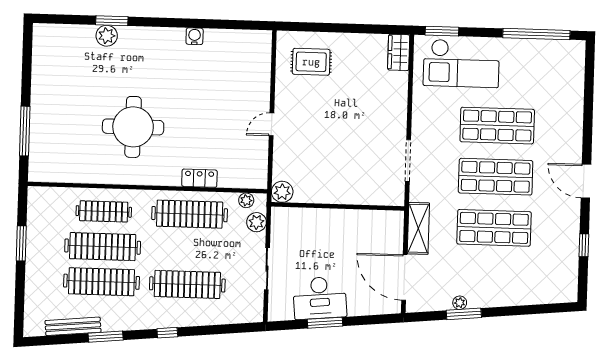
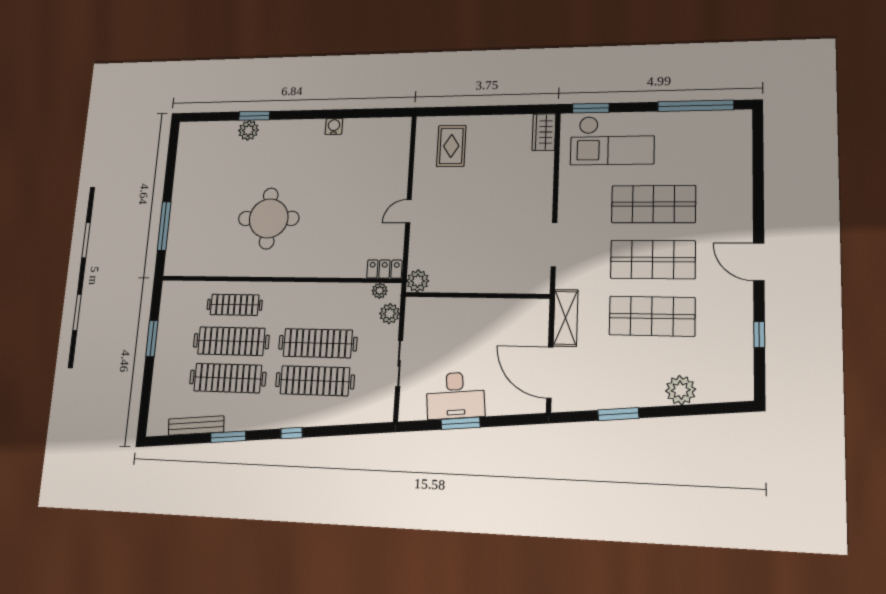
rug: (311, 62) -> (451, 146), turned 90
locker: (199, 178) -> (384, 269), moved
clothes rail: (190, 214) -> (318, 343), moved
plant: (460, 303) -> (681, 390), moved, width x1.88, depth x1.88

